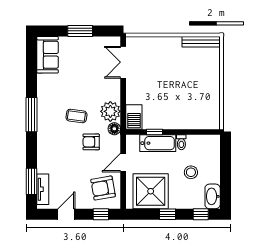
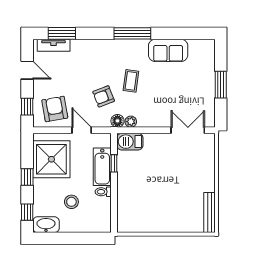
sofa: (48, 55) -> (168, 50), moved
plant: (110, 111) -> (131, 122), width x0.53, depth x0.53
armchair: (91, 142) -> (104, 96), turned -111

